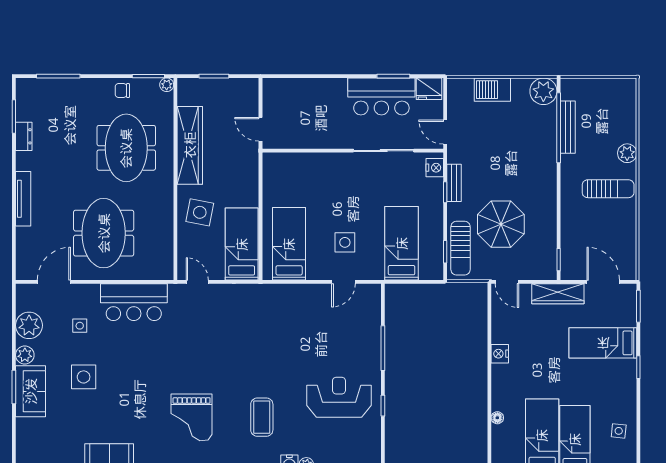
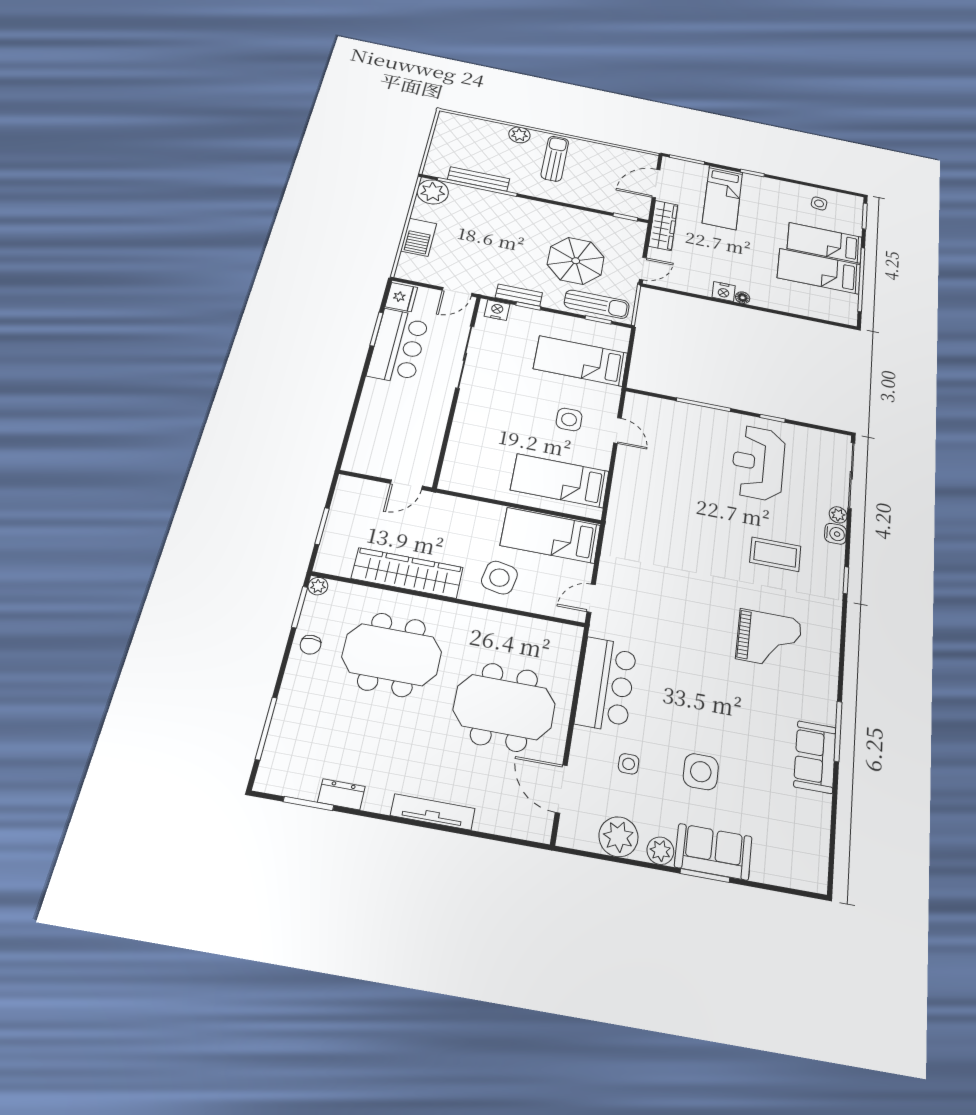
floor lamp: (497, 418) -> (743, 298), moved

